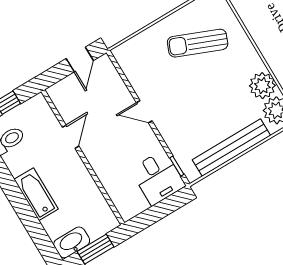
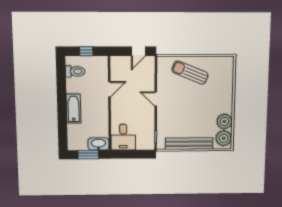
sun lounger: (198, 43) -> (190, 73), moved
desk: (158, 178) -> (123, 137), moved
washbasin: (72, 242) -> (98, 144), moved

